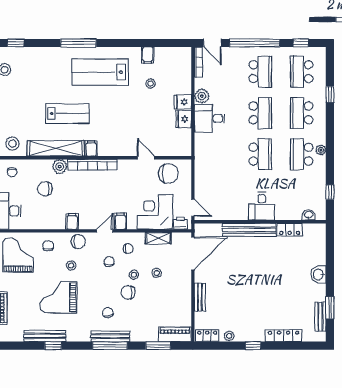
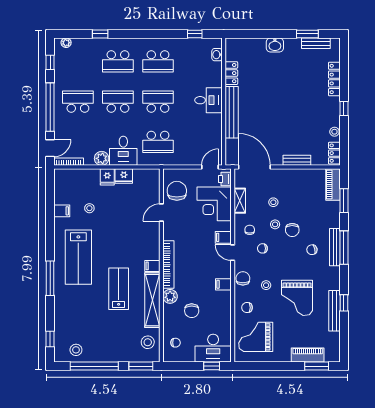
school desk: (302, 72) -> (158, 142), moved
plant: (321, 150) -> (66, 43), moved

